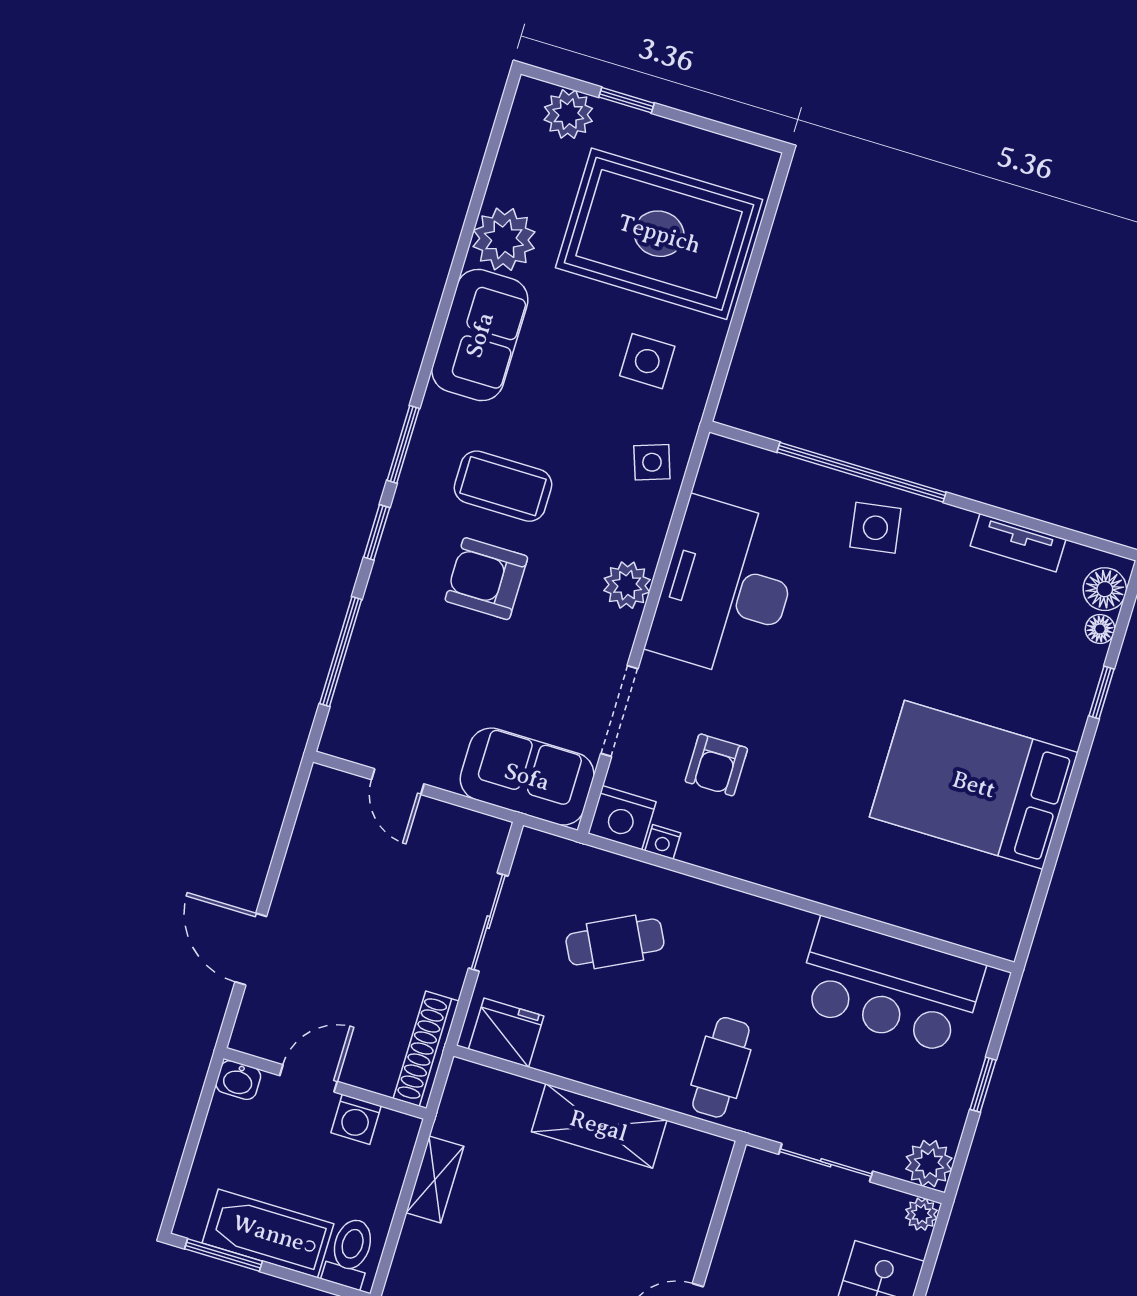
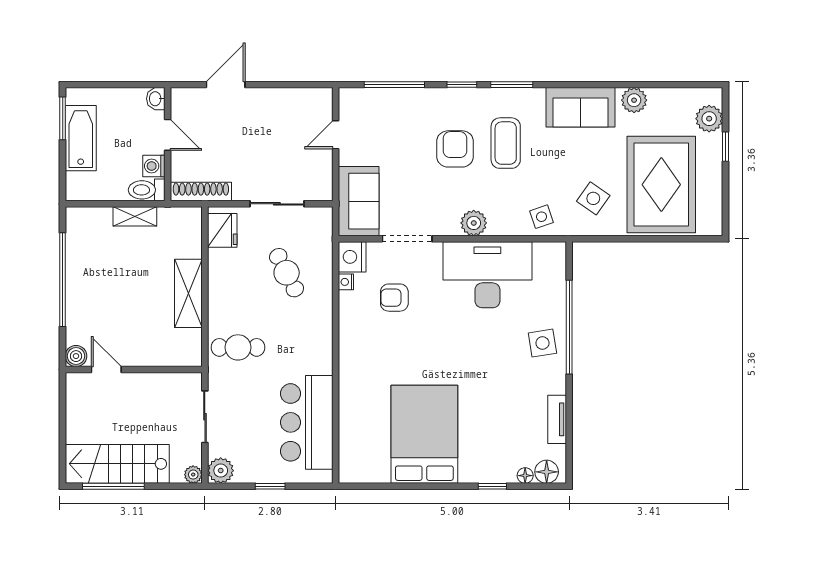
plant: (504, 239) -> (634, 100), width x0.73, depth x0.73
side table: (647, 361) -> (593, 198), turned 35
toilet: (350, 1253) -> (147, 190), moved, turned 180

